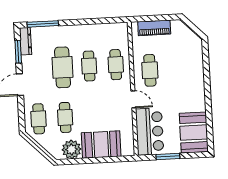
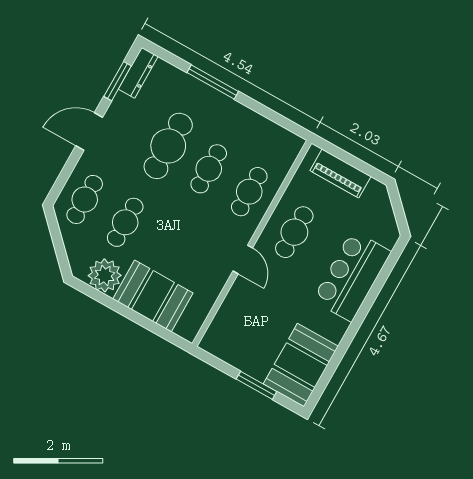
window: (43, 24) -> (213, 82), moved
bar counter: (150, 131) -> (352, 276), moved, turned 180
window: (168, 156) -> (256, 385), moved

